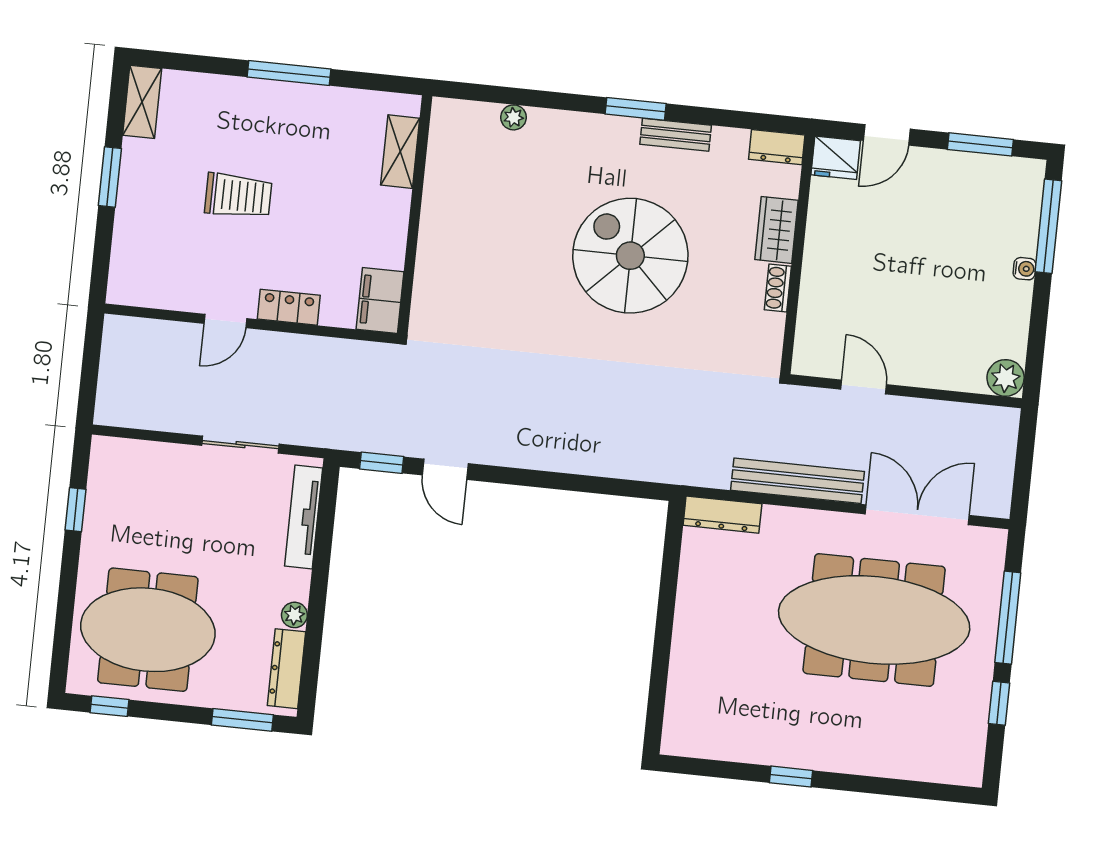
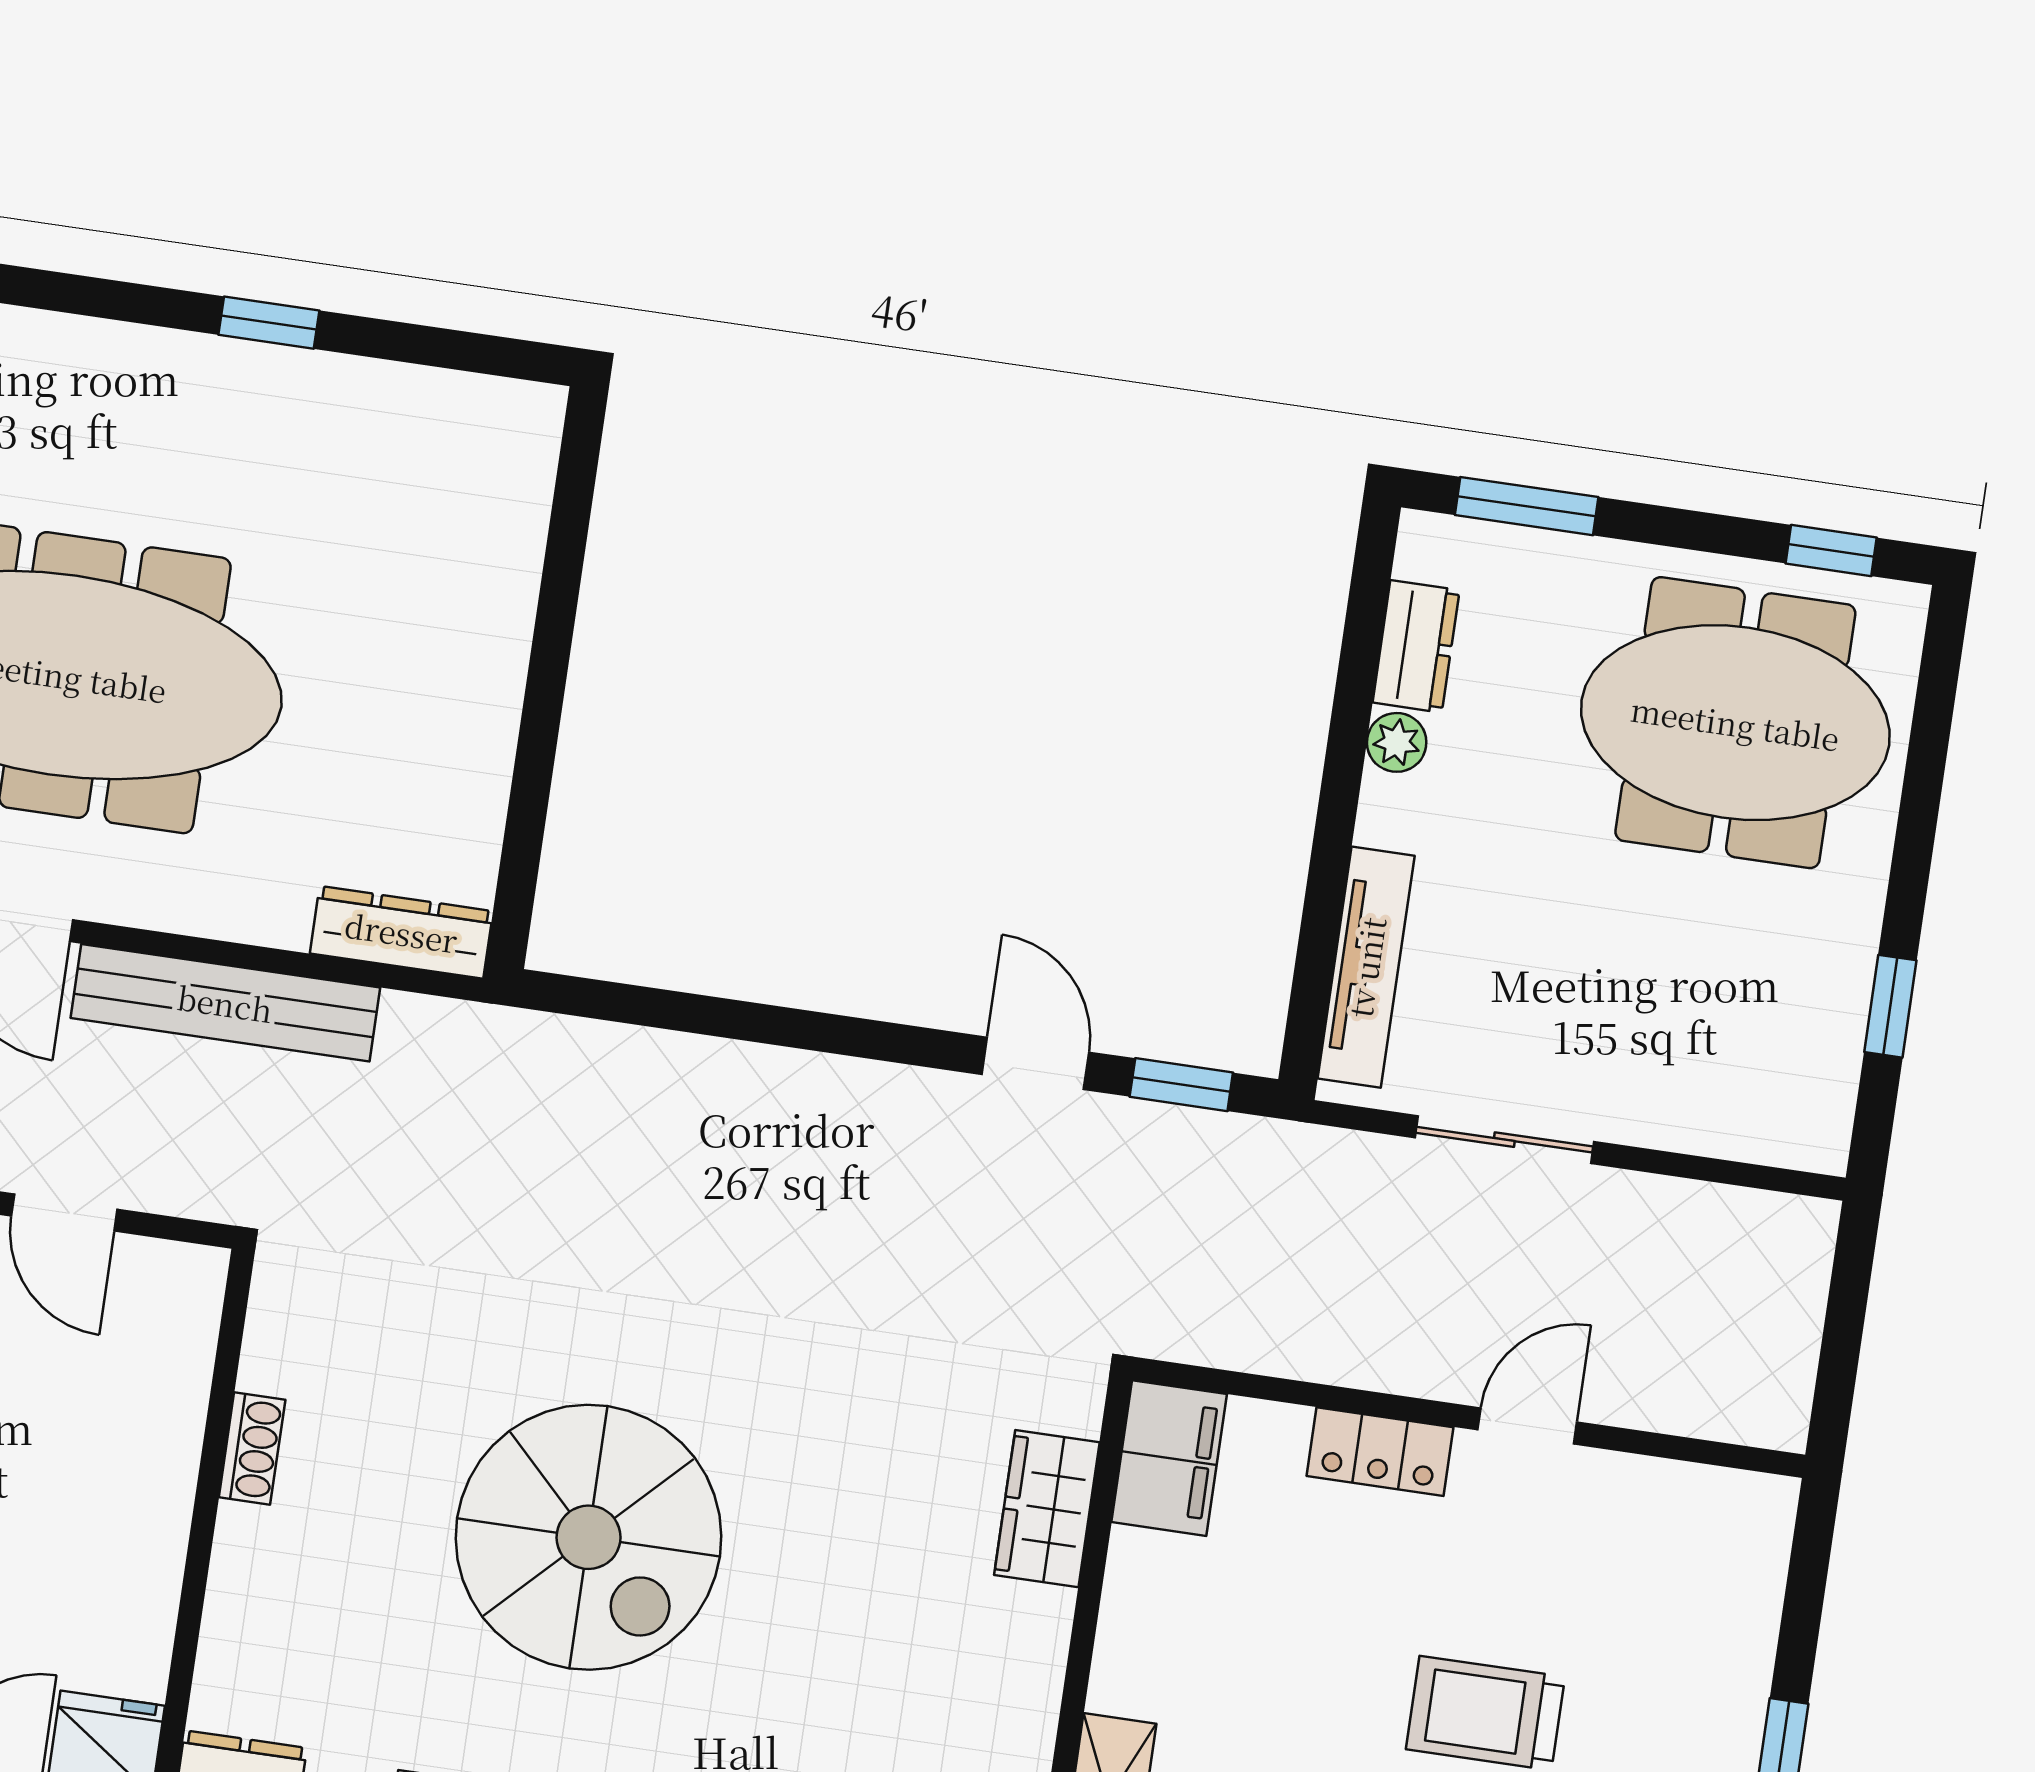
wardrobe: (777, 230) -> (1047, 1509), moved, turned 180
dresser: (287, 669) -> (1416, 646), width x0.70

